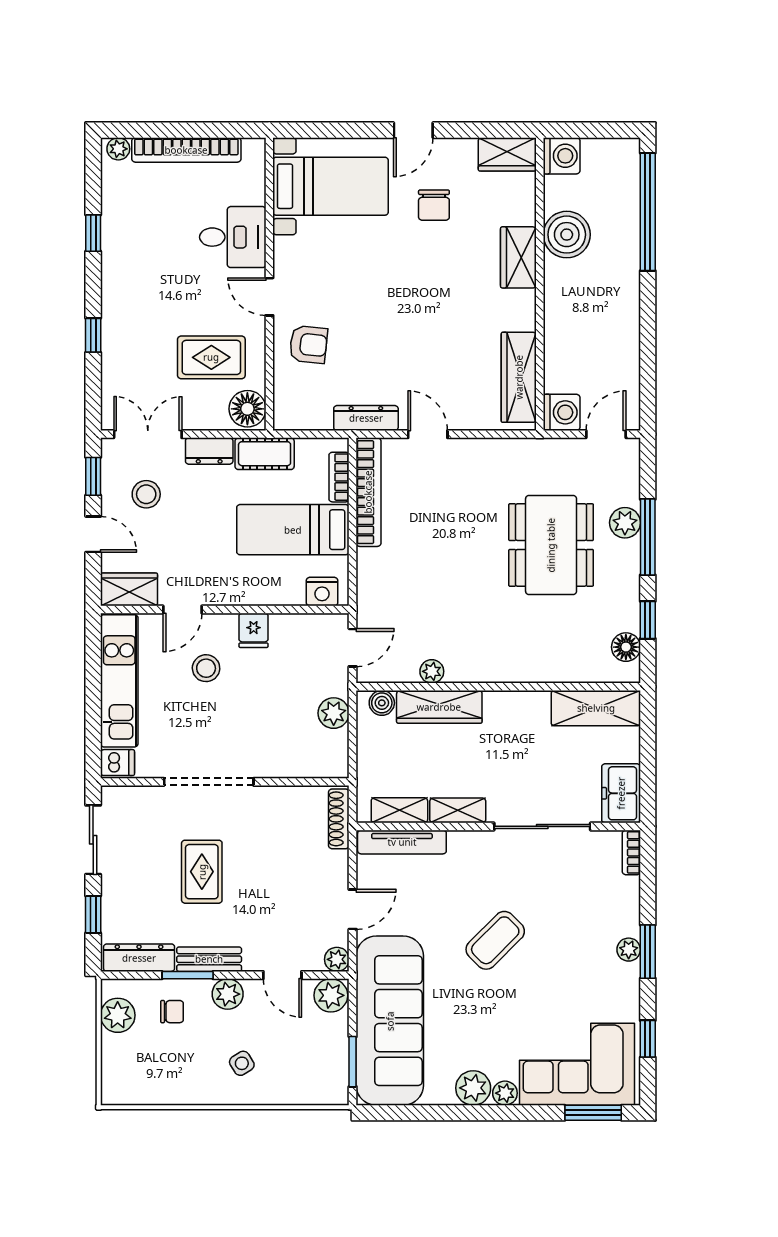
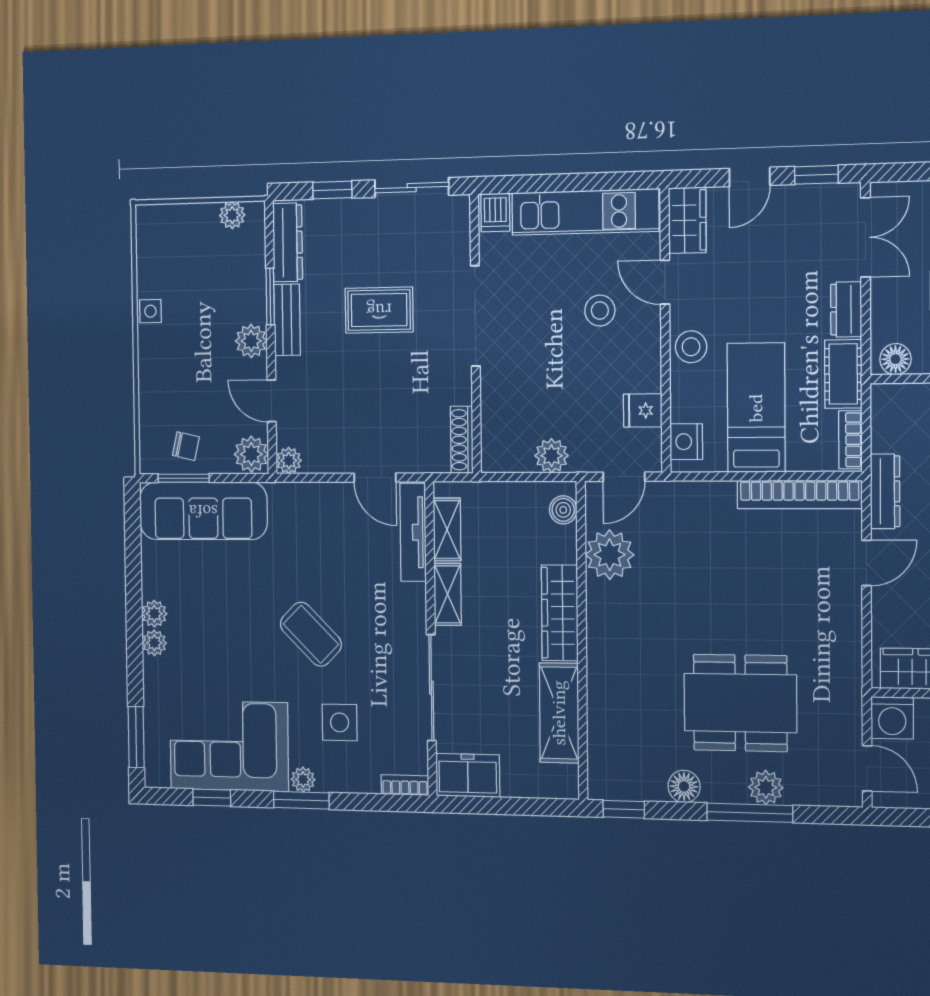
floor lamp: (247, 409) -> (895, 359), width x0.73, depth x0.73
bookcase: (339, 477) -> (850, 440), moved, turned -90
stool: (146, 494) -> (691, 347), moved
window: (648, 620) -> (624, 809), moved
fridge: (254, 630) -> (643, 410), moved
floor lamp: (626, 647) -> (684, 786), moved
door: (353, 648) -> (624, 477), hinge flipped
plant: (432, 671) -> (610, 555), width x1.88, depth x1.88
wardrobe: (439, 707) -> (560, 613), moved
shelving: (596, 708) -> (559, 713), moved
shoe rack: (339, 819) -> (462, 440), moved, turned -90
door: (353, 909) -> (375, 478), moved
side table: (575, 914) -> (340, 722), added
door: (282, 975) -> (272, 401), hinge flipped
chair: (172, 1012) -> (186, 446), moved, turned -77
plant: (118, 1015) -> (232, 215), width x0.73, depth x0.73
sofa: (390, 1021) -> (203, 511), width x0.74, depth x0.79
side table: (242, 1063) -> (150, 311), moved, turned 32
corner sofa: (577, 1064) -> (229, 746), moved, turned -90
plant: (473, 1088) -> (154, 614), width x0.73, depth x0.73

